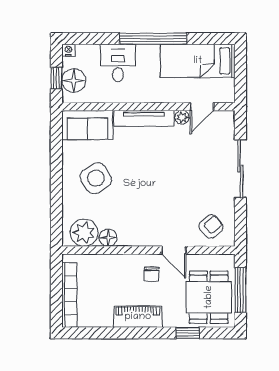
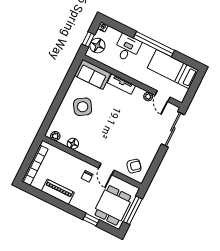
door: (202, 107) -> (162, 96), hinge flipped
tv unit: (144, 118) -> (121, 84), width x0.71
sliding door: (240, 169) -> (173, 129), moved
plant: (84, 233) -> (55, 136), width x0.53, depth x0.53
piano: (138, 317) -> (58, 192), moved

